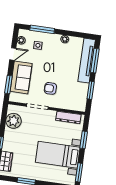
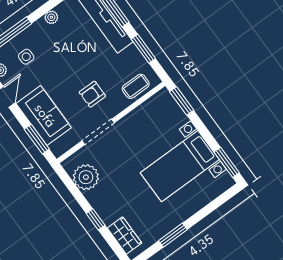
coffee table: (72, 103) -> (136, 86), added
dresser: (68, 117) -> (149, 108), removed
window: (84, 140) -> (182, 101), moved

